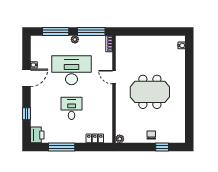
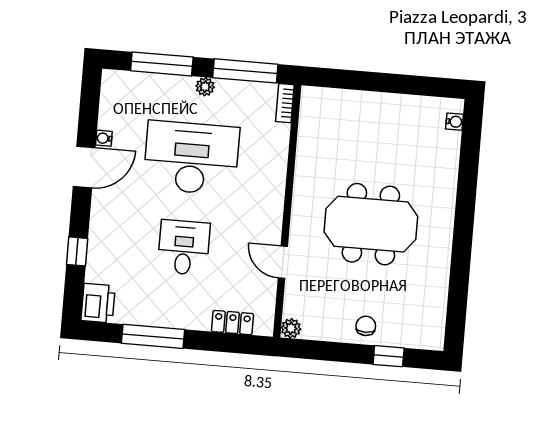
door: (114, 77) -> (283, 262), moved

